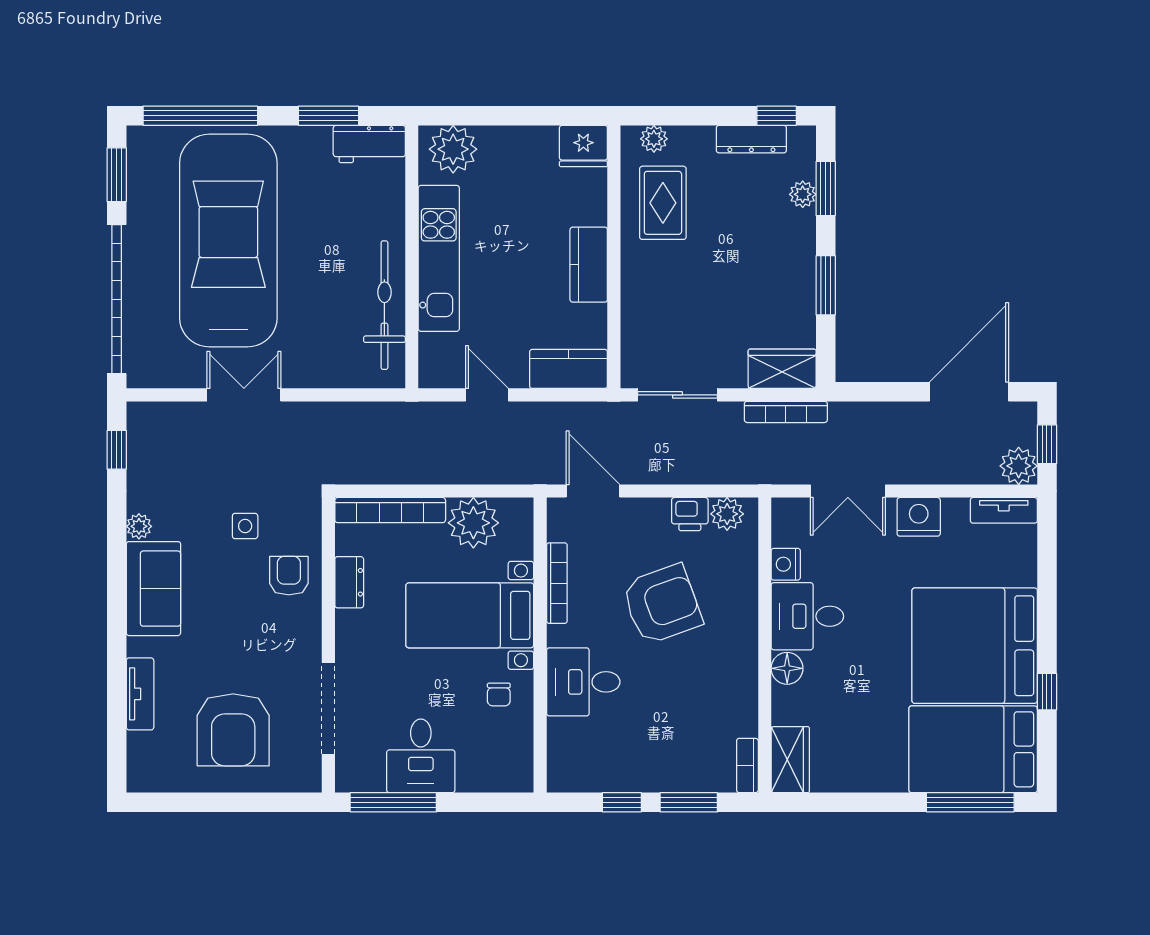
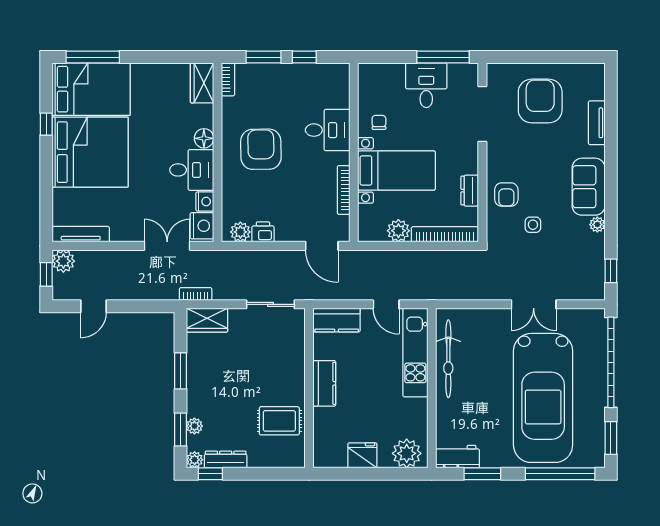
plant: (654, 139) -> (195, 460), moved
fridge: (583, 146) -> (362, 455), moved
rug: (663, 203) -> (279, 421), turned 90
kitchen unit: (439, 258) -> (415, 352), moved
door: (969, 392) -> (94, 306), width x0.53
bookcase: (786, 412) -> (196, 294), width x0.64
tv unit: (1004, 510) -> (81, 234), width x1.41
nightstand: (919, 517) -> (202, 226), moved, turned -90
plant: (473, 523) -> (398, 231), width x0.73, depth x0.73
armchair: (662, 604) -> (261, 149), moved, turned 109

